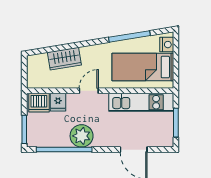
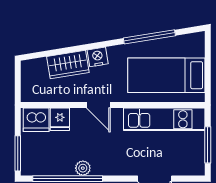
nightstand: (167, 45) -> (98, 57), moved, turned -99
door: (89, 91) -> (98, 105), swing flipped
plant: (82, 136) -> (83, 168), width x0.53, depth x0.53

